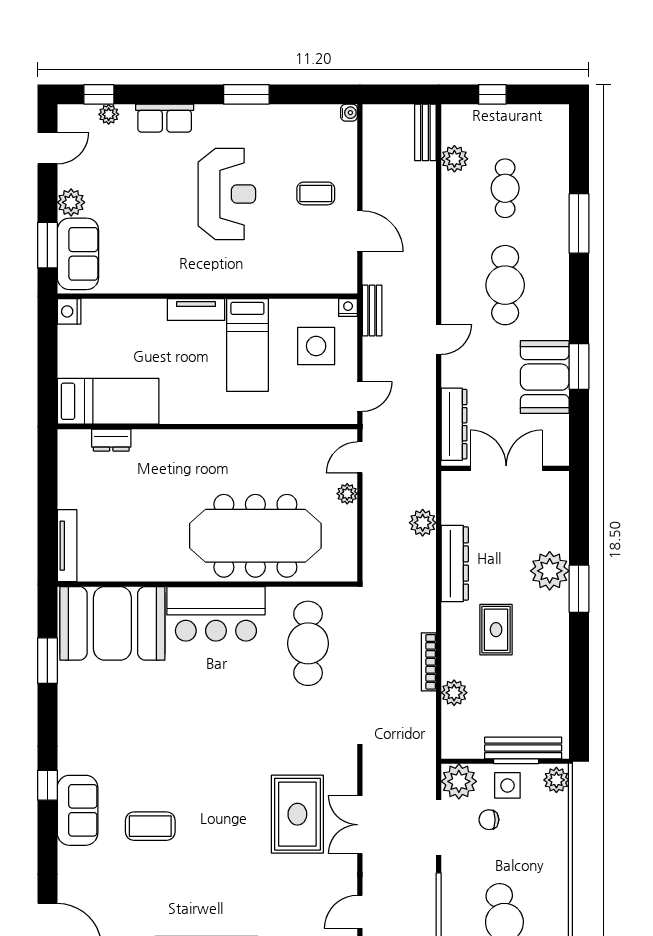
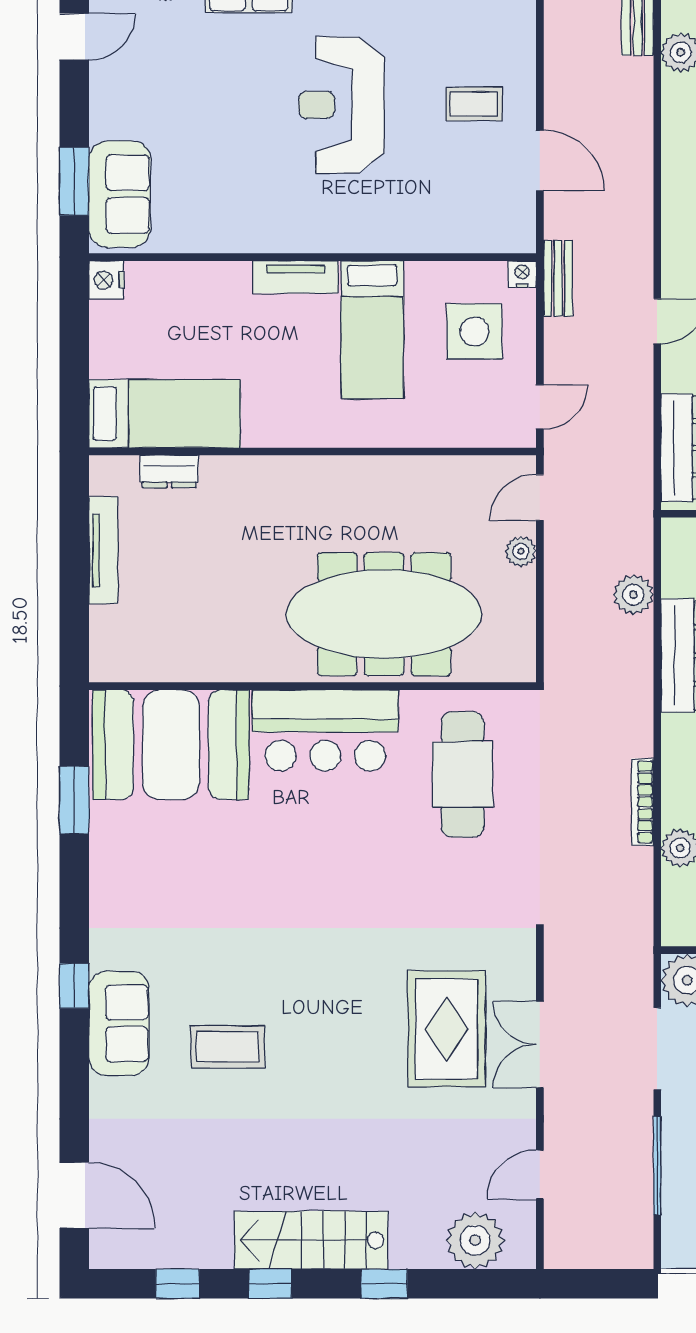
reception desk: (227, 194) -> (341, 105), turned 180
plant: (71, 202) -> (109, 117), removed
tv unit: (67, 546) -> (103, 550), moved

